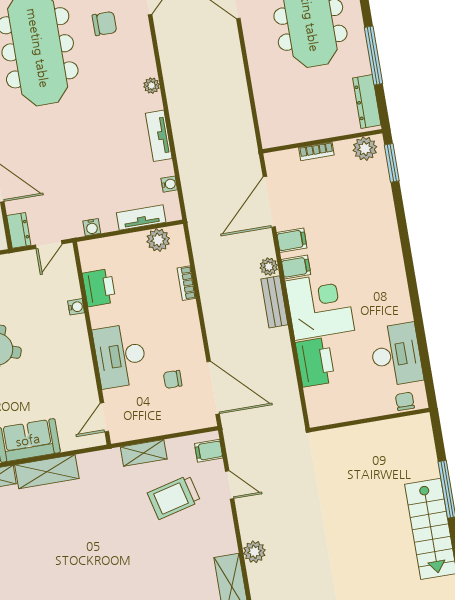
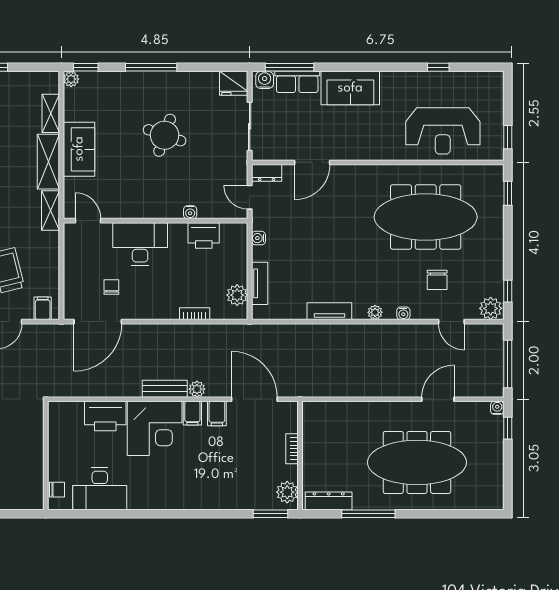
water cooler: (169, 184) -> (403, 313), moved
shelving: (144, 453) -> (50, 210), moved

